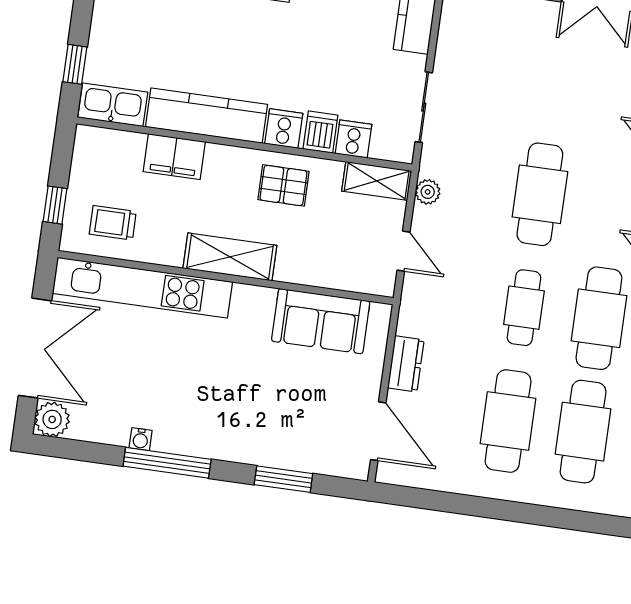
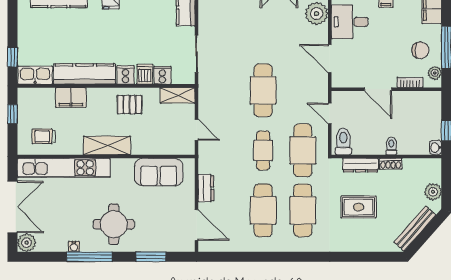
plant: (428, 192) -> (205, 97), removed
window: (55, 205) -> (13, 114), moved
round table: (222, 408) -> (114, 224), added

